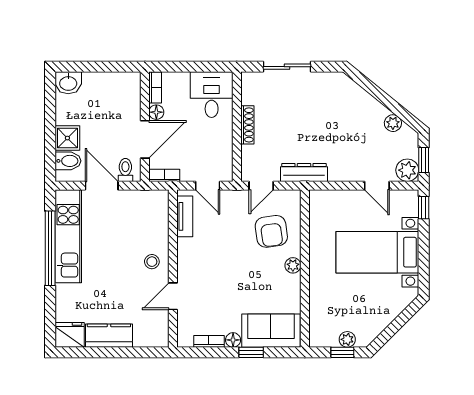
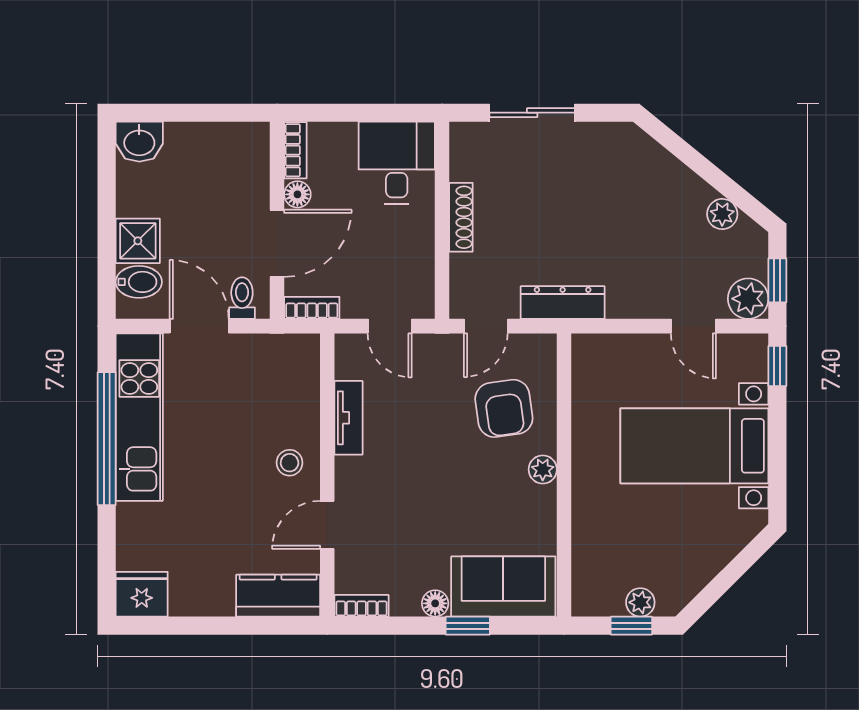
tv unit: (185, 216) -> (349, 418), moved
kitchen counter: (109, 336) -> (278, 596), moved
bookcase: (209, 341) -> (362, 606), moved

